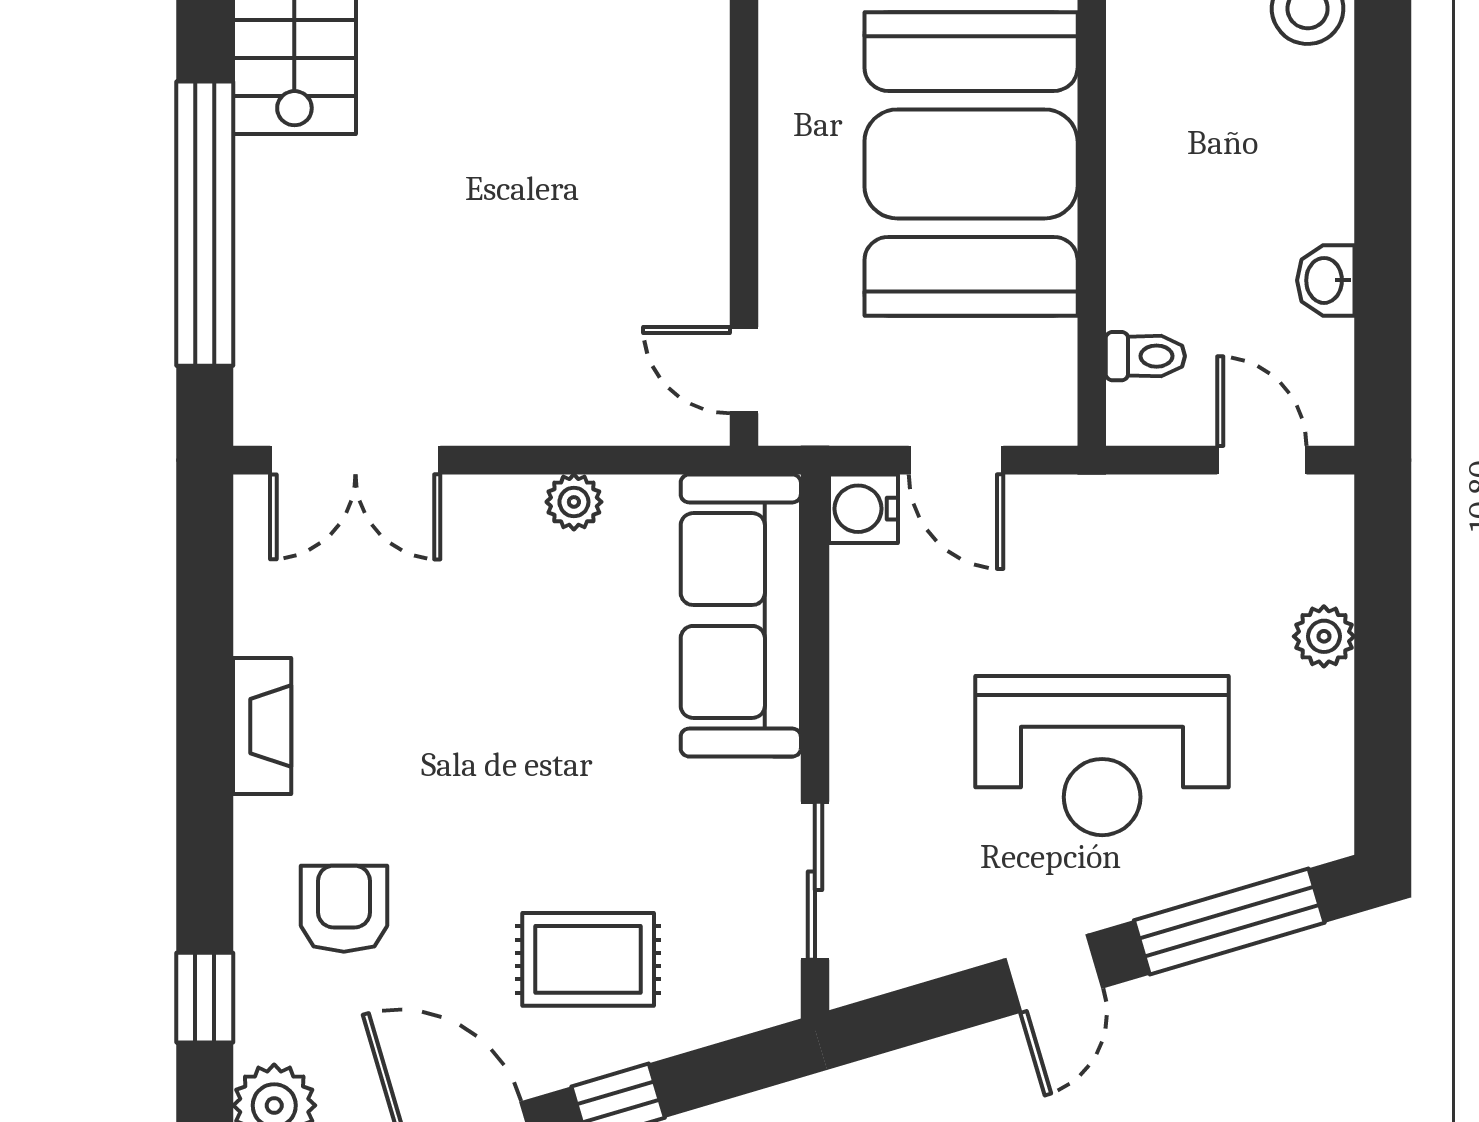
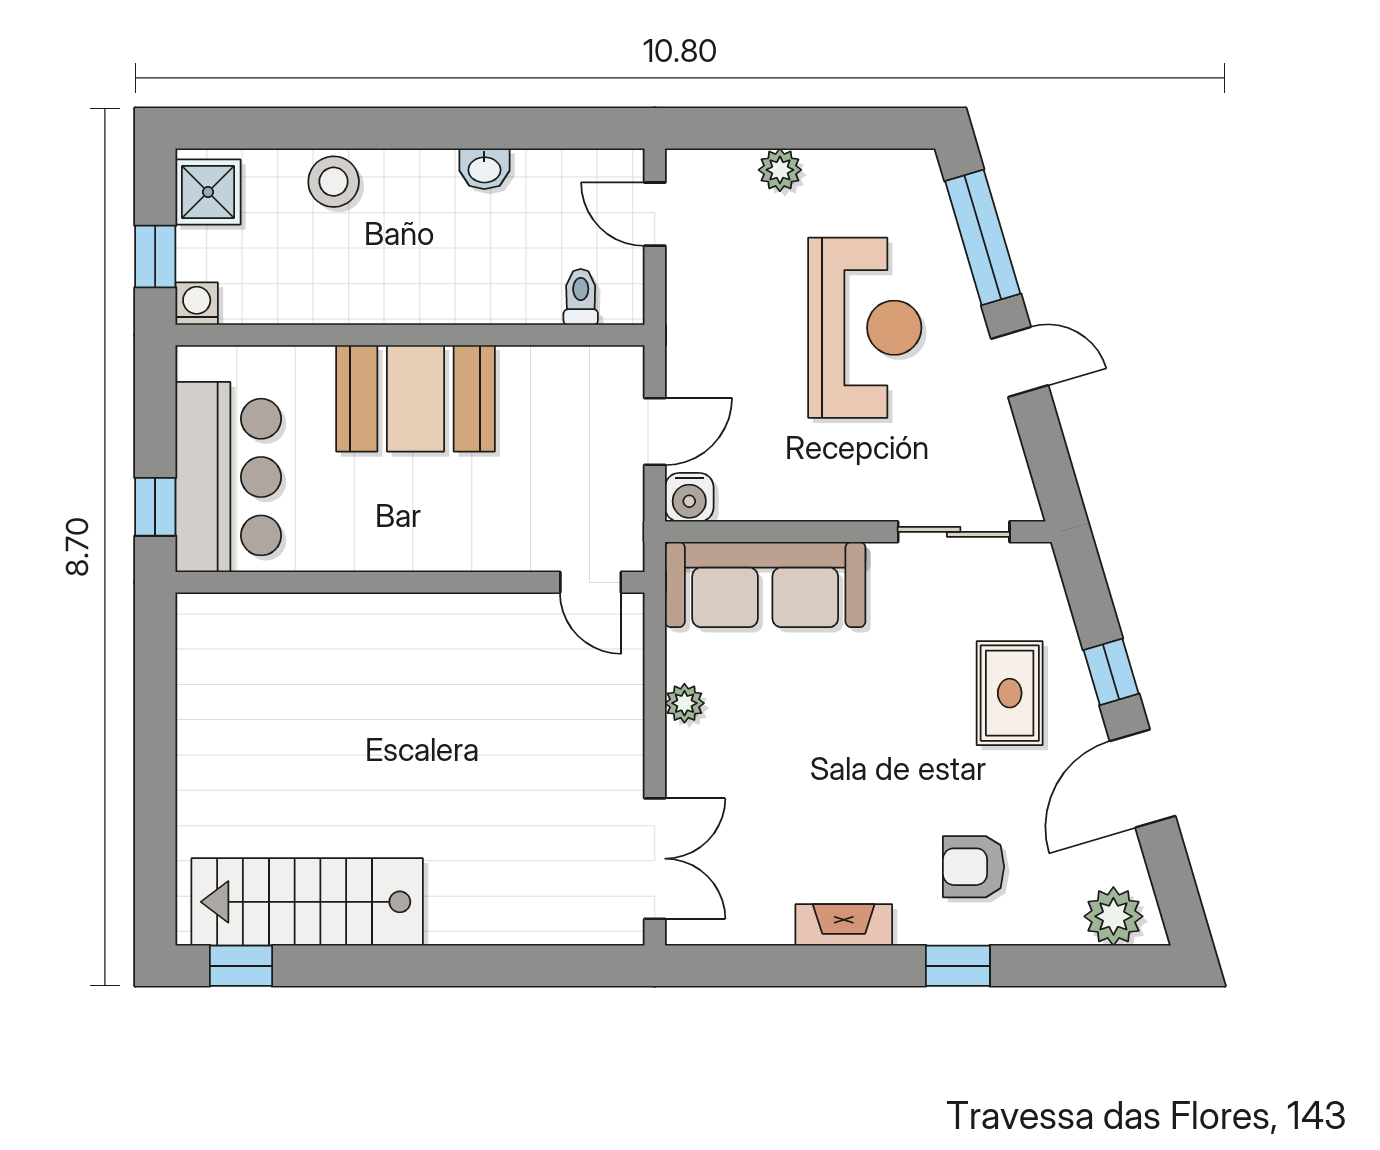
booth: (971, 164) -> (415, 398), width x0.73, depth x0.70
window: (205, 224) -> (487, 966), removed
washbasin: (1326, 280) -> (484, 169), moved
door: (744, 370) -> (591, 582), hinge flipped
door: (1262, 460) -> (655, 214), hinge flipped
window: (205, 998) -> (958, 966), moved

